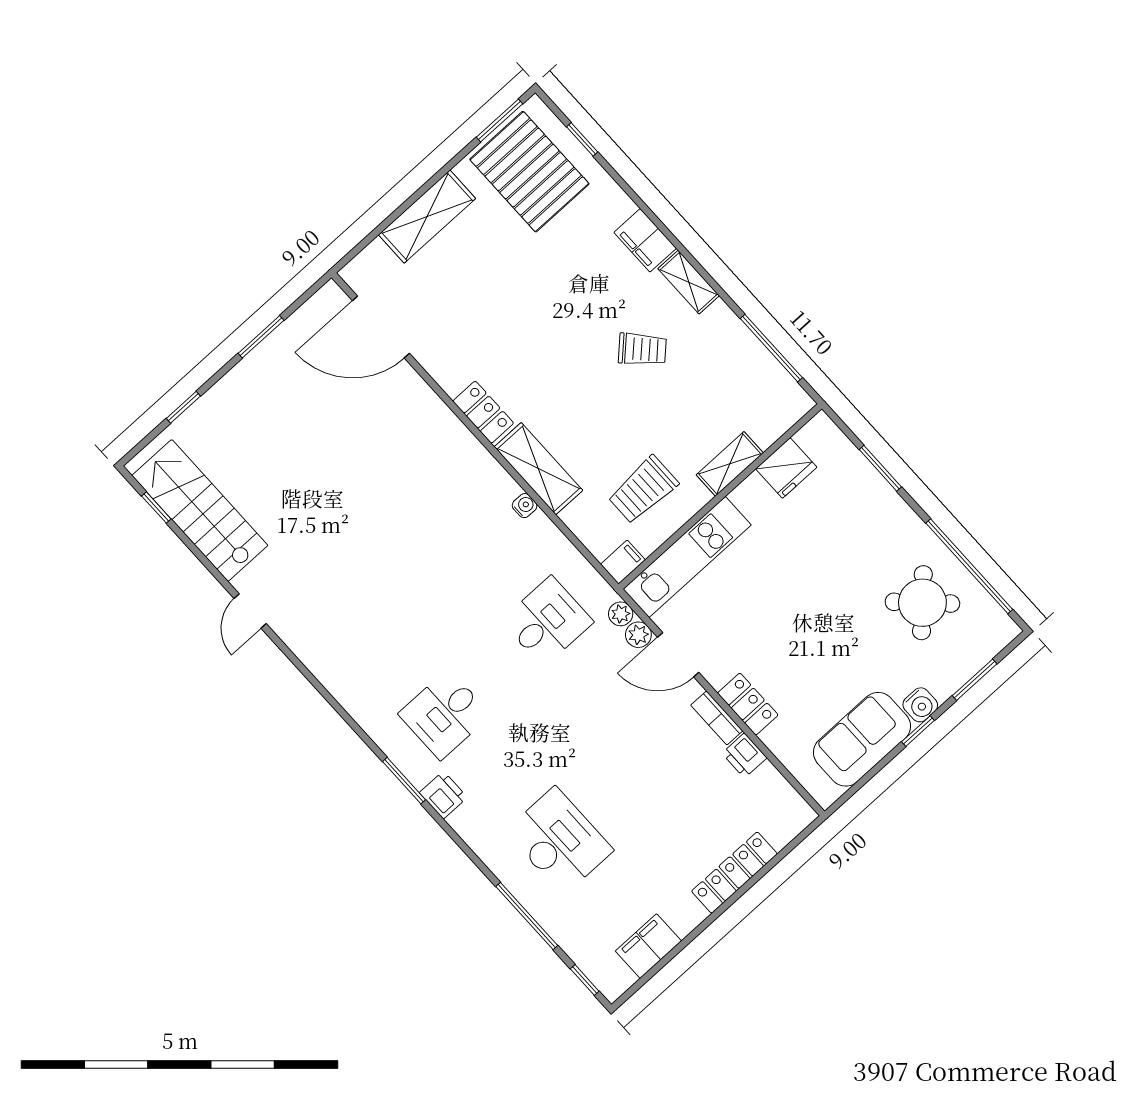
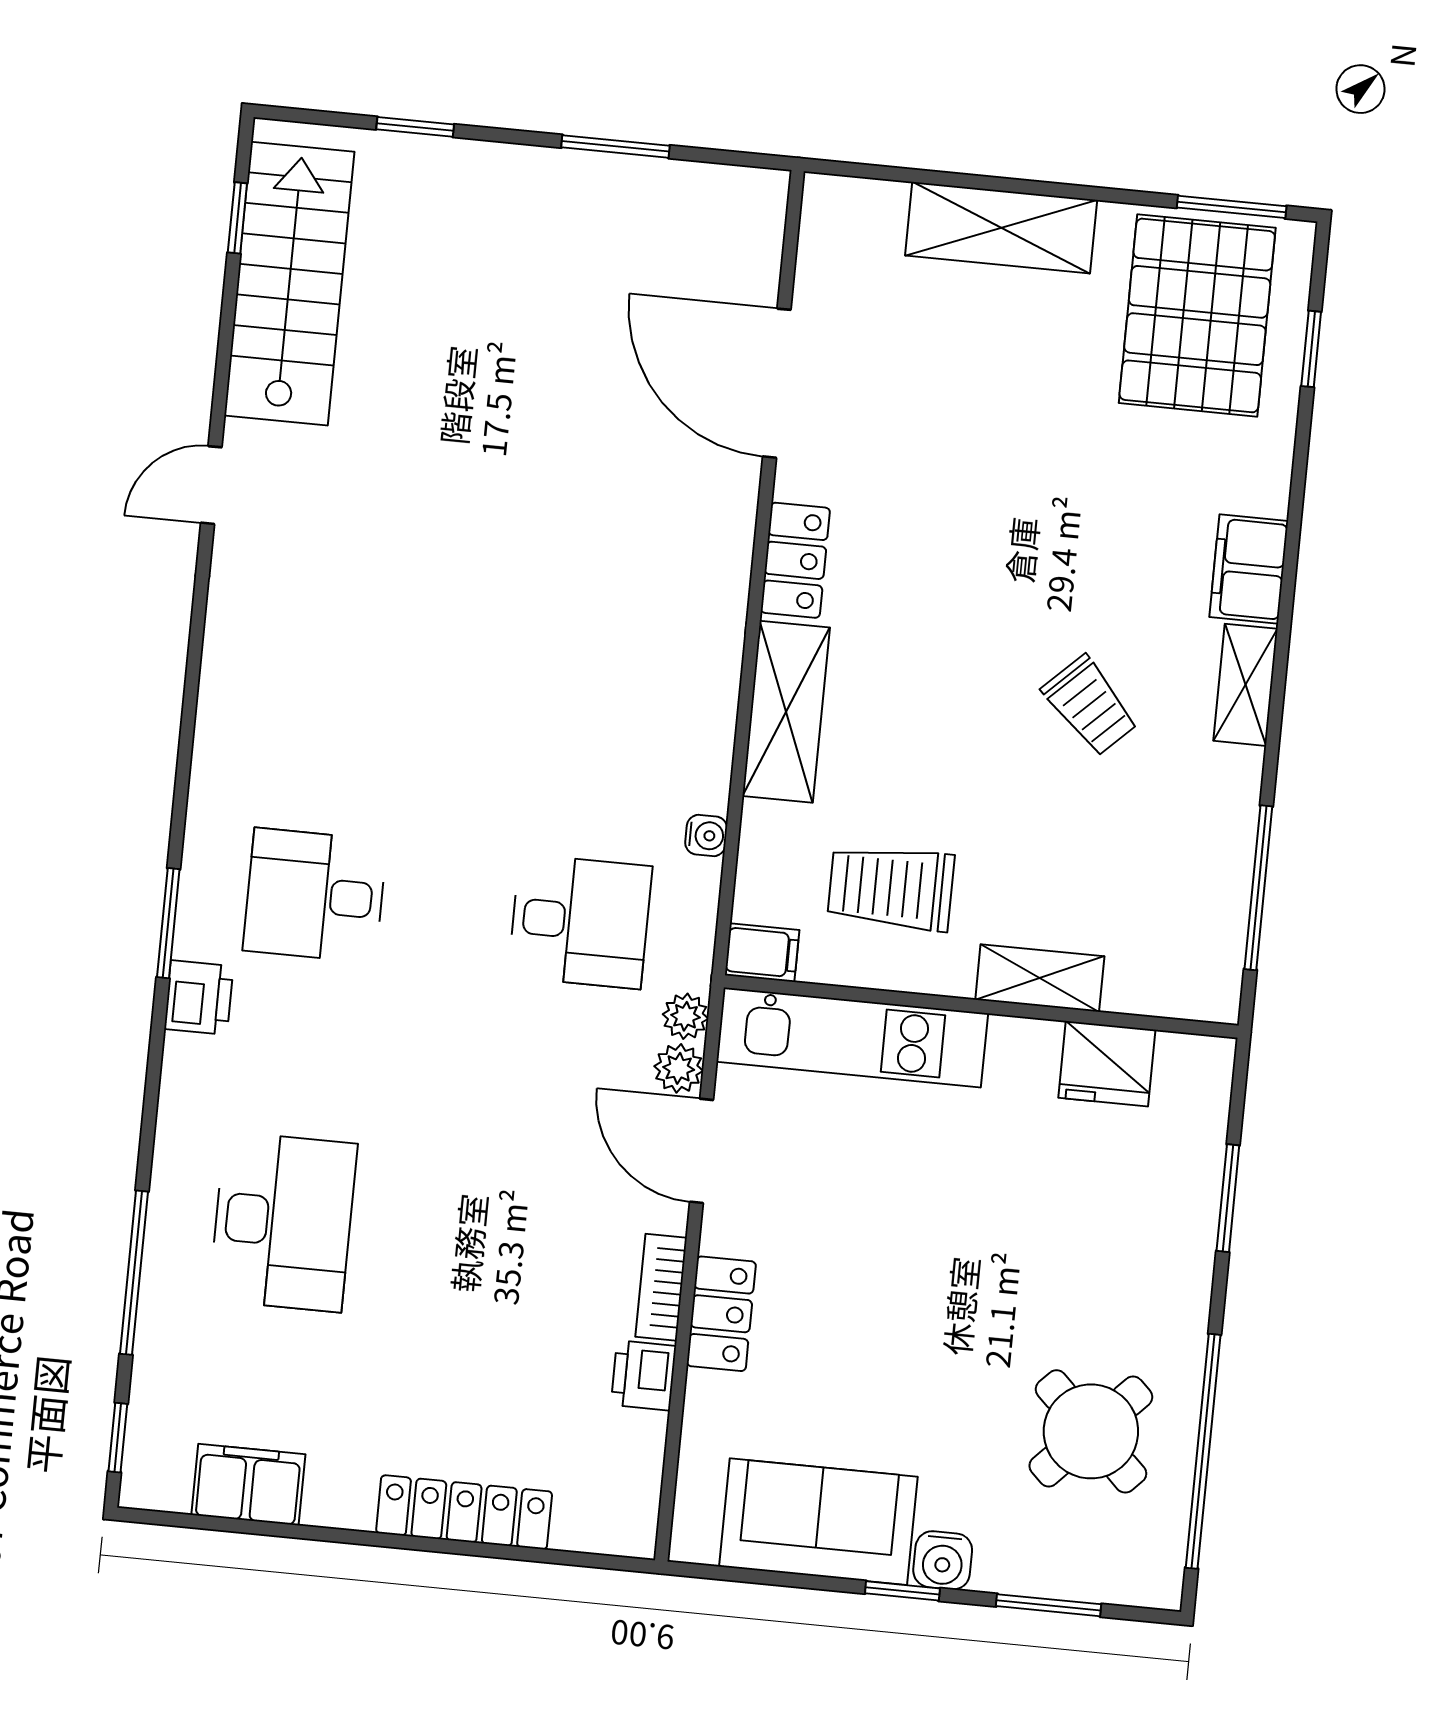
door: (381, 327) -> (777, 383), moved
water cooler: (525, 506) -> (706, 835), moved

